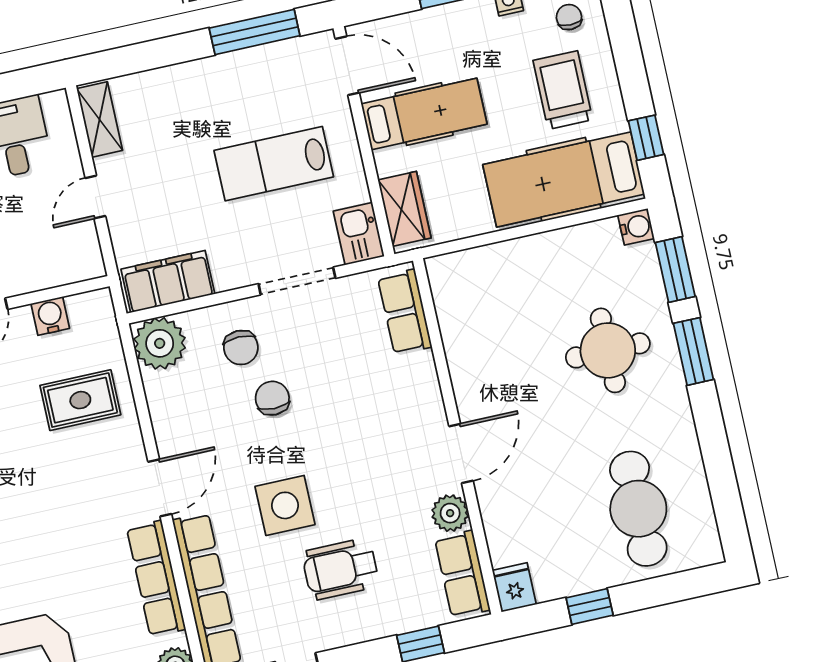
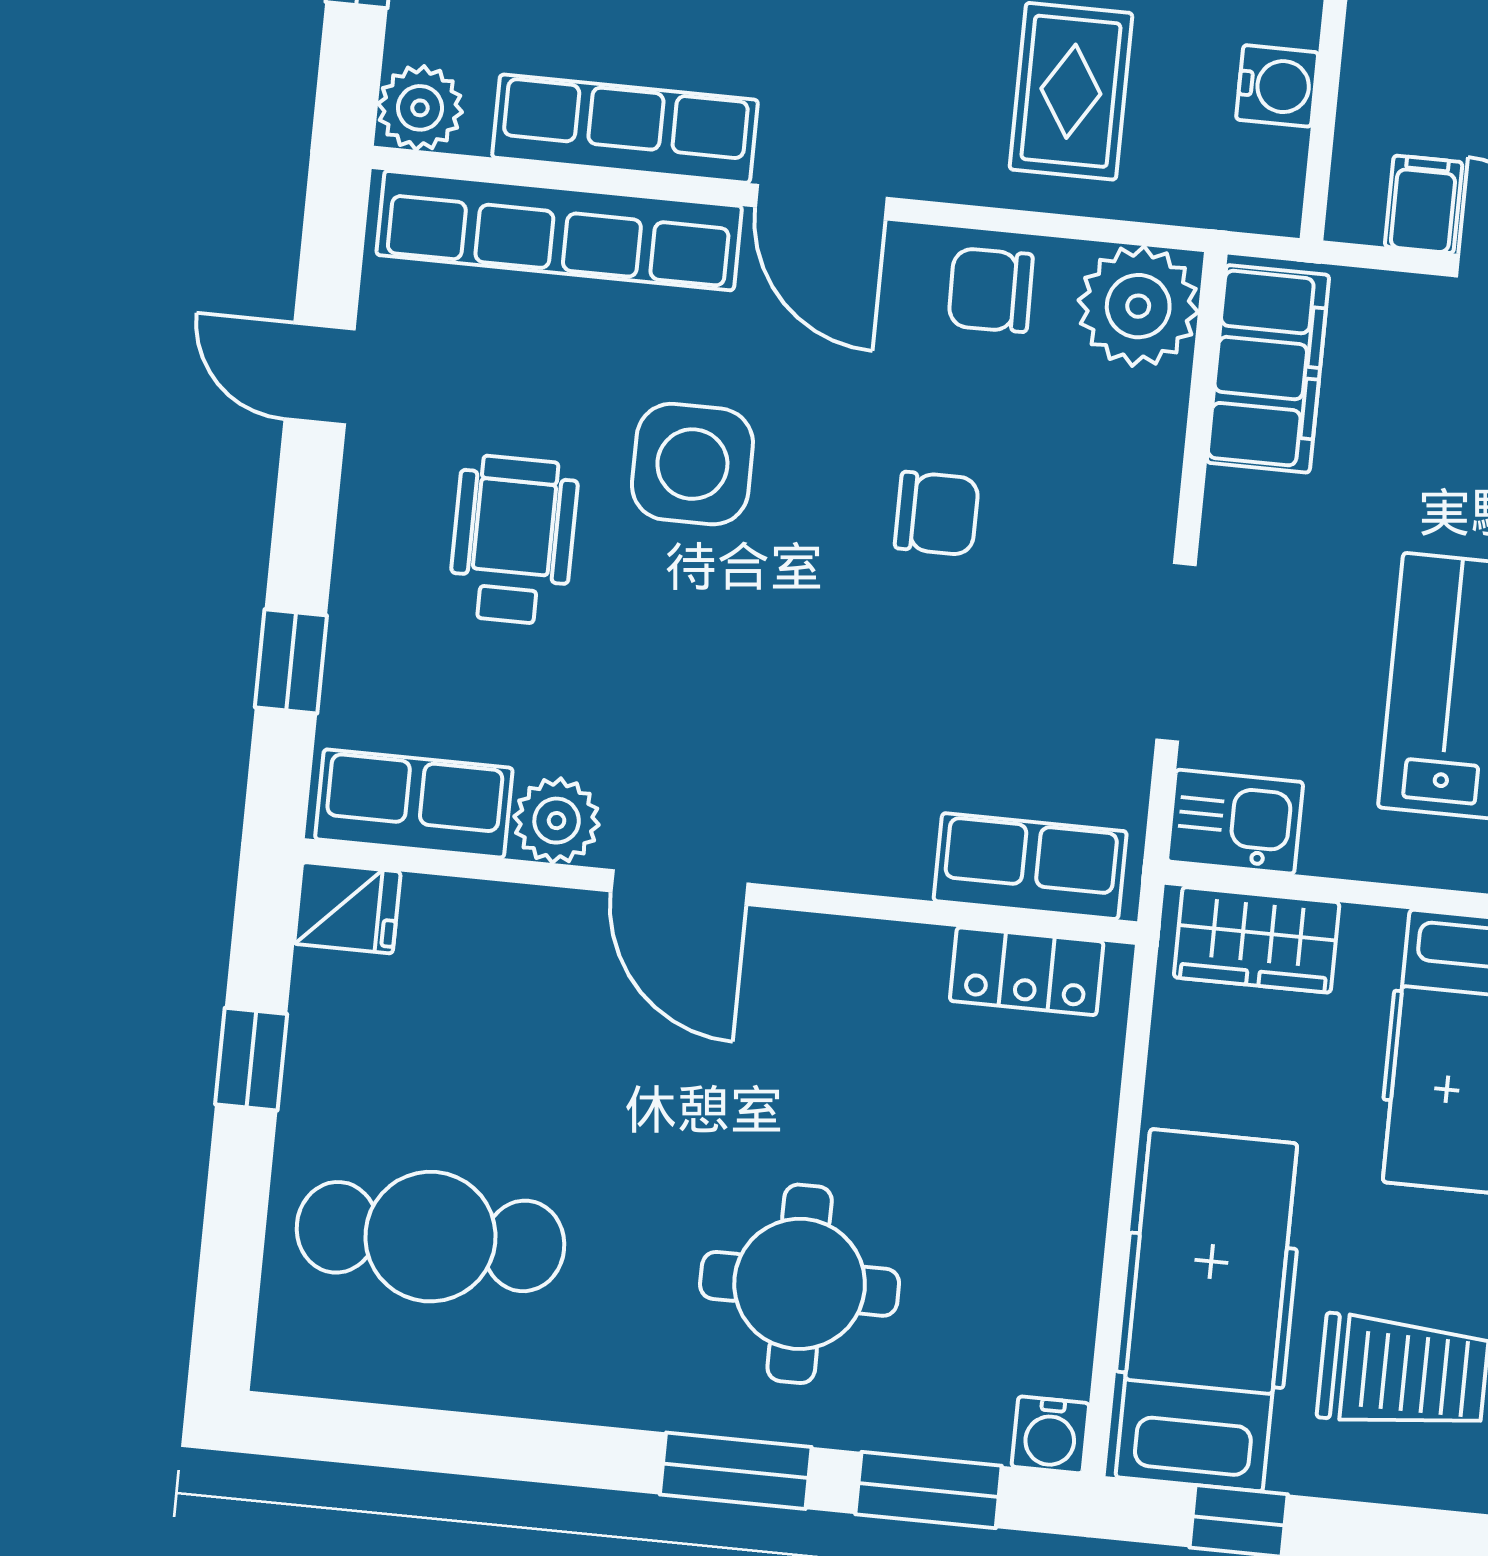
filing cabinet: (79, 240) -> (1424, 204), added
locker: (449, 299) -> (1027, 971), added
chair: (241, 348) -> (990, 290), moved

